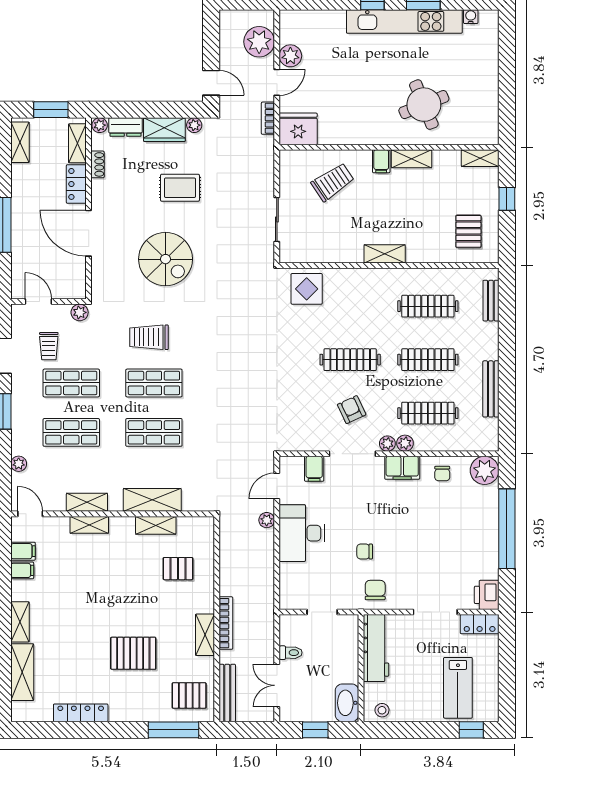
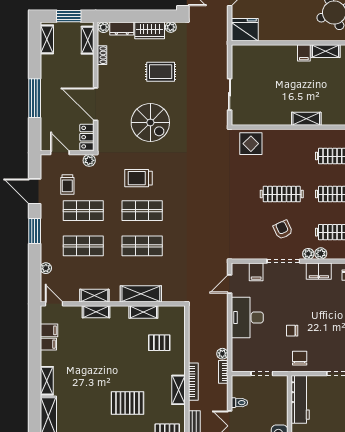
bookcase: (268, 118) -> (223, 372), moved
trolley: (333, 182) -> (269, 68), removed
locker: (76, 184) -> (87, 137), moved
plant: (267, 520) -> (222, 354), moved

